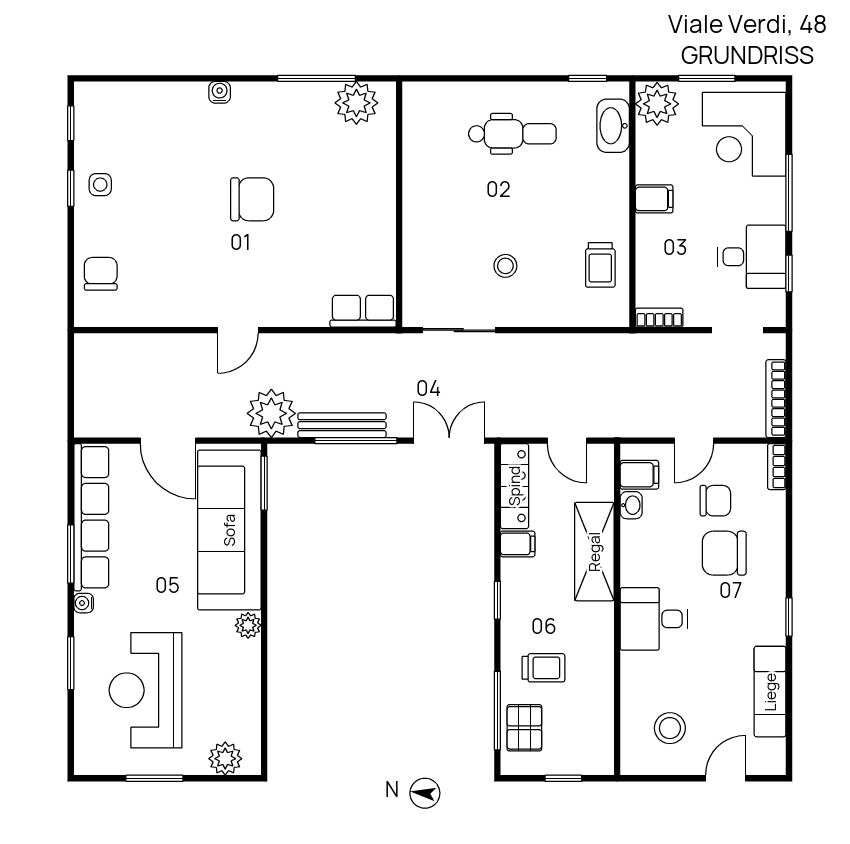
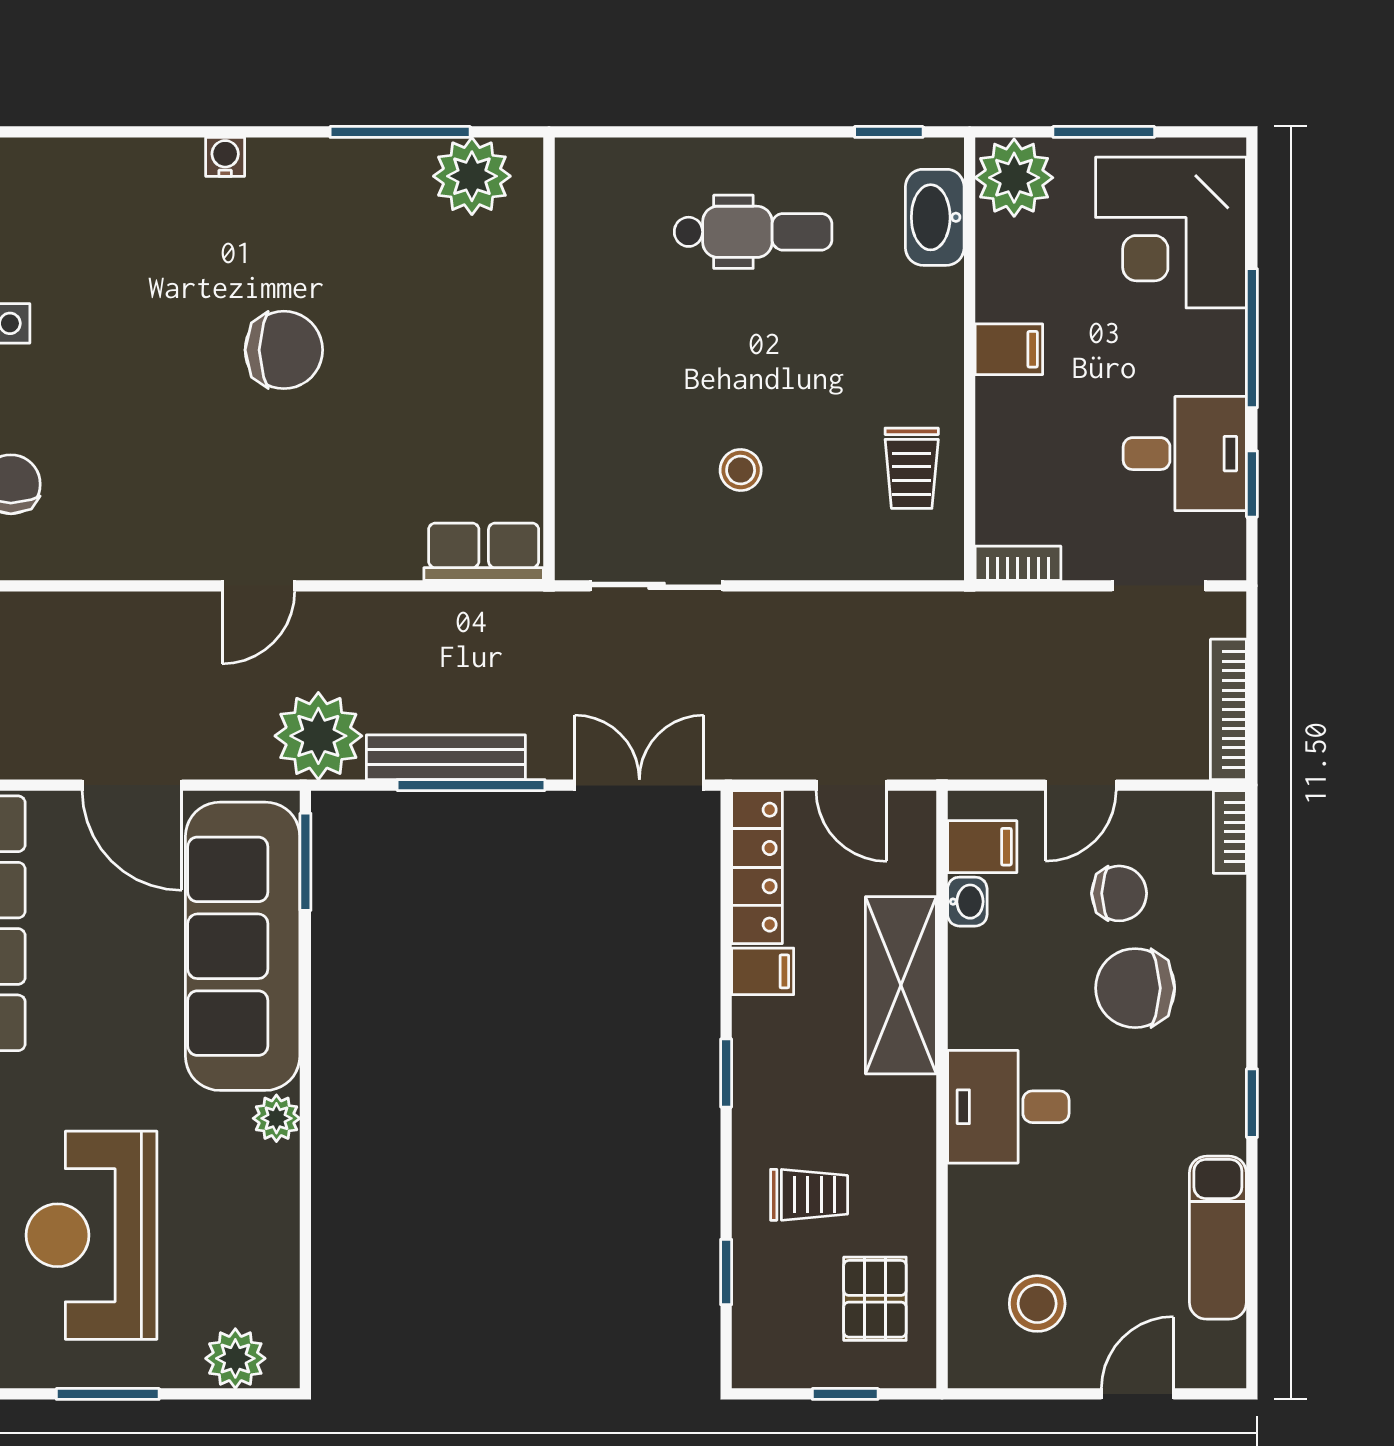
window: (497, 711) -> (726, 1272), width x0.46
pallet: (524, 728) -> (875, 1299), moved

